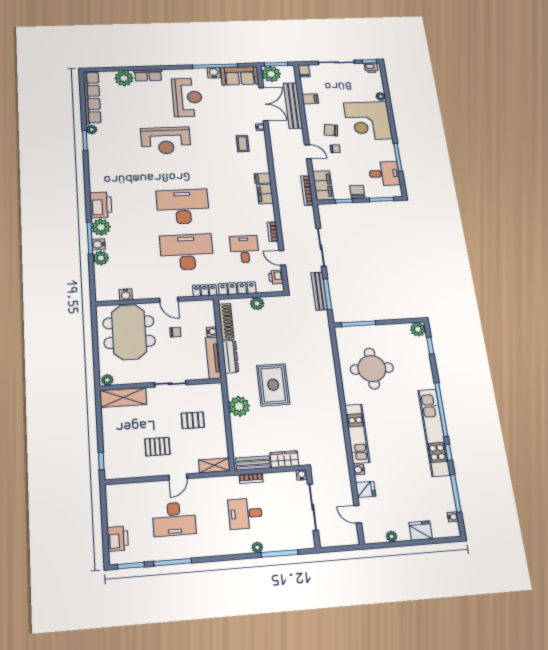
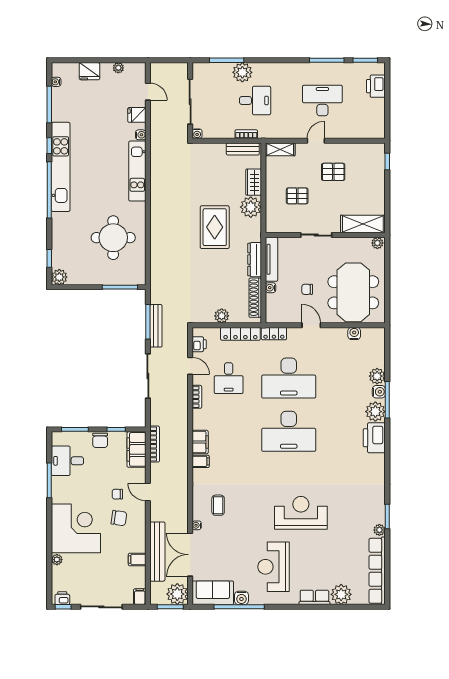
wardrobe: (284, 459) -> (254, 182), moved, turned 90
plant: (257, 547) -> (242, 72), width x1.88, depth x1.88

